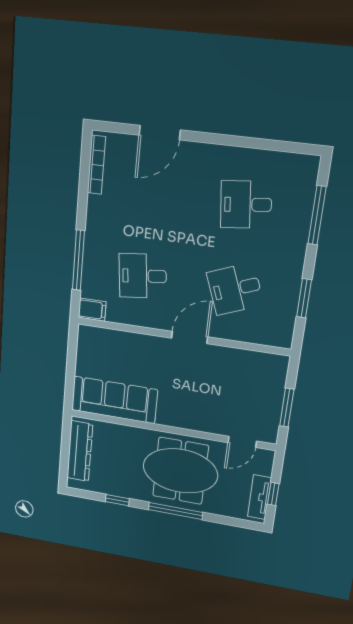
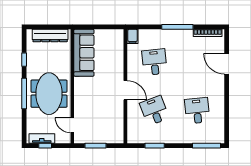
window: (317, 215) -> (206, 146), moved
window: (78, 260) -> (177, 27), moved

